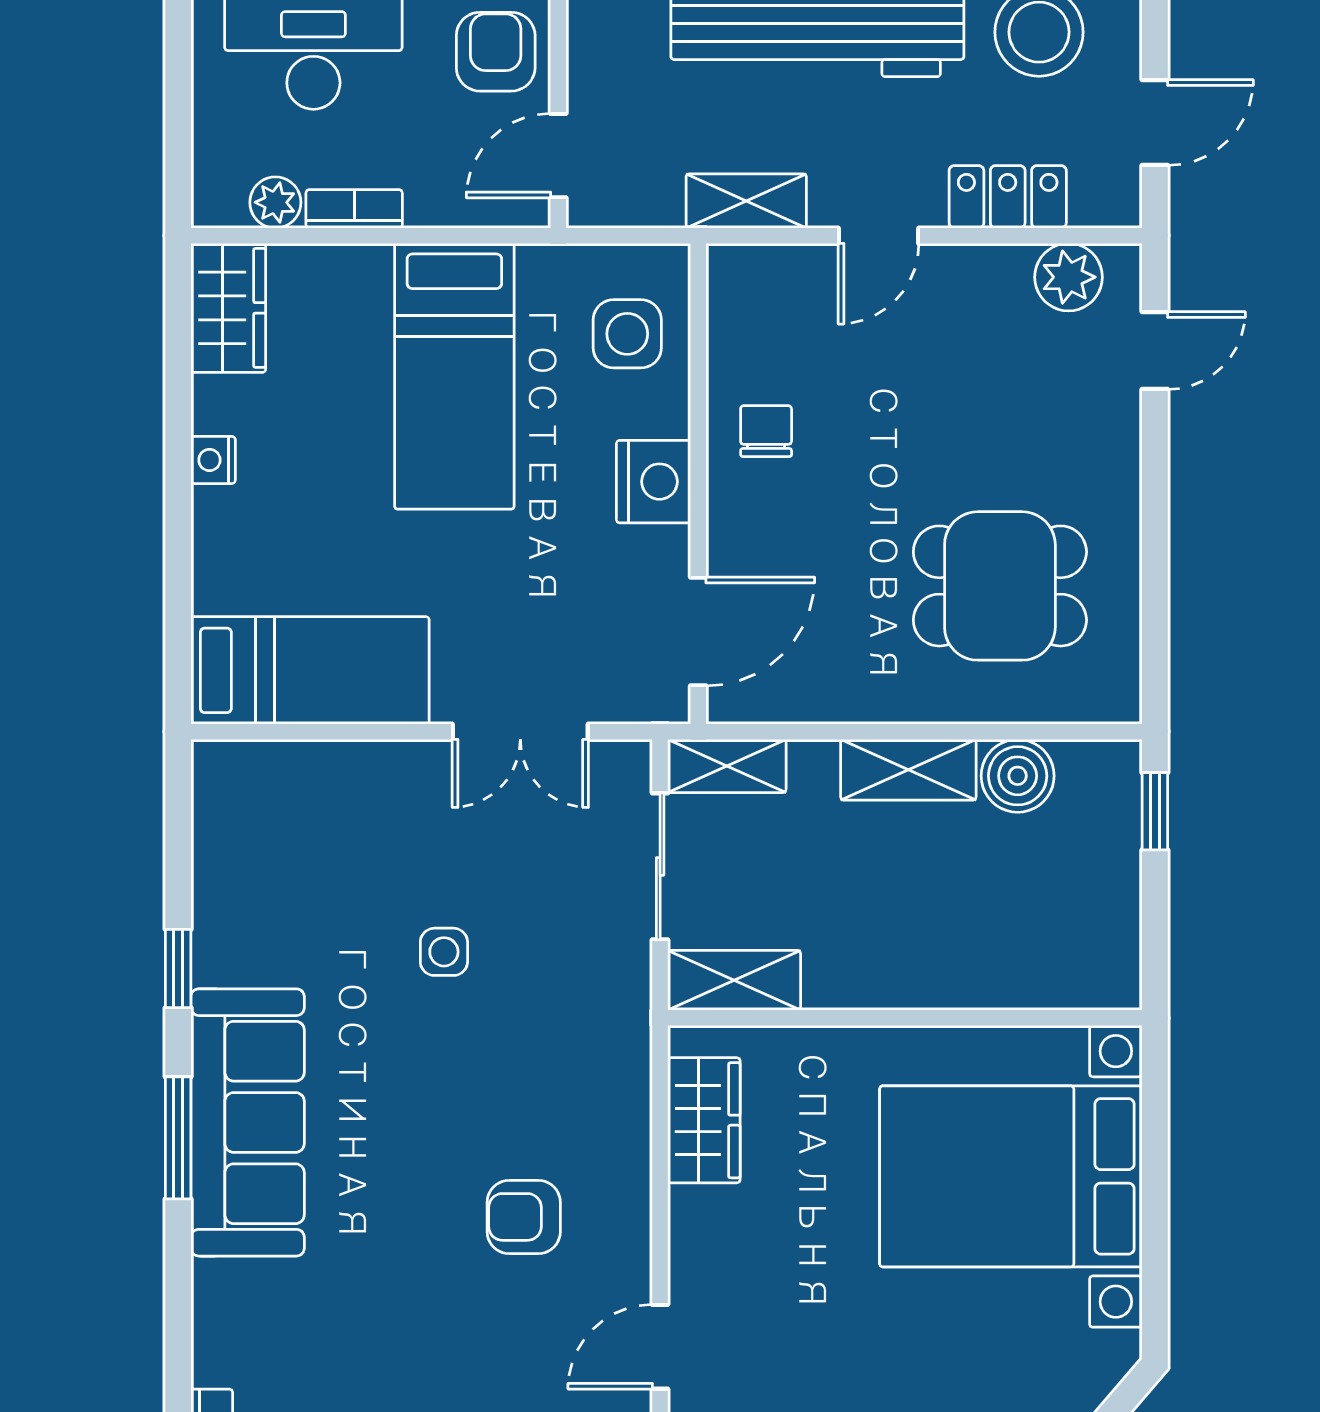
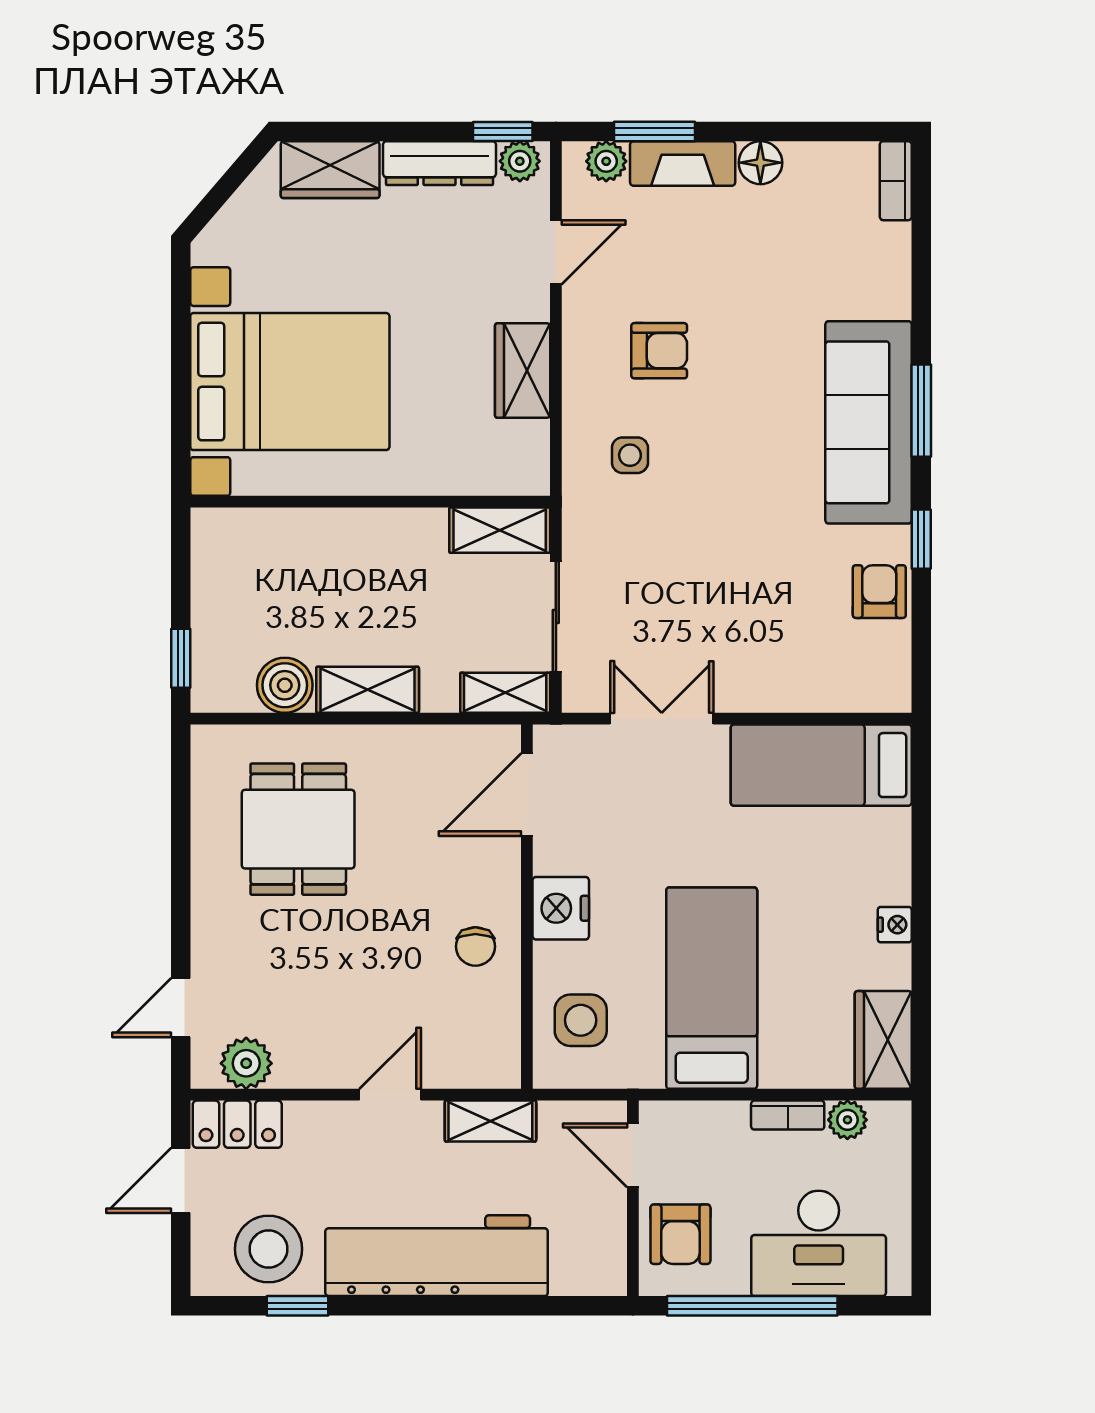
door: (558, 156) -> (633, 1155), swing flipped
locker: (1008, 197) -> (237, 1124), moved
dining table: (1000, 586) -> (298, 829), turned 90
armchair: (233, 899) -> (879, 592), added
side table: (444, 952) -> (630, 455), moved
wardrobe: (704, 1120) -> (523, 370), moved

